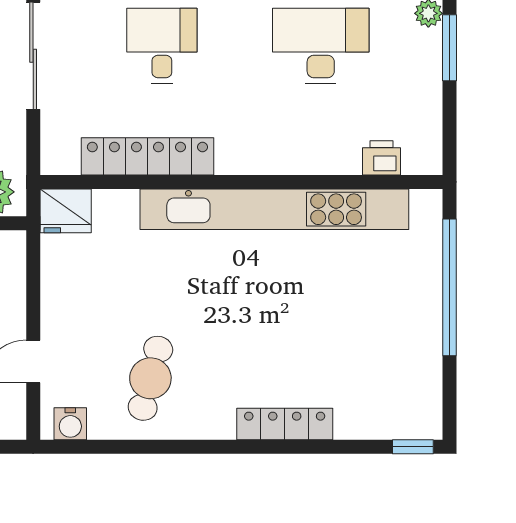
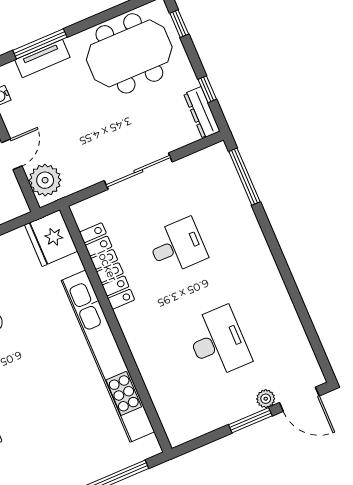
printer: (381, 158) -> (166, 408), removed
fridge: (66, 211) -> (51, 238), width x1.36, depth x1.34

